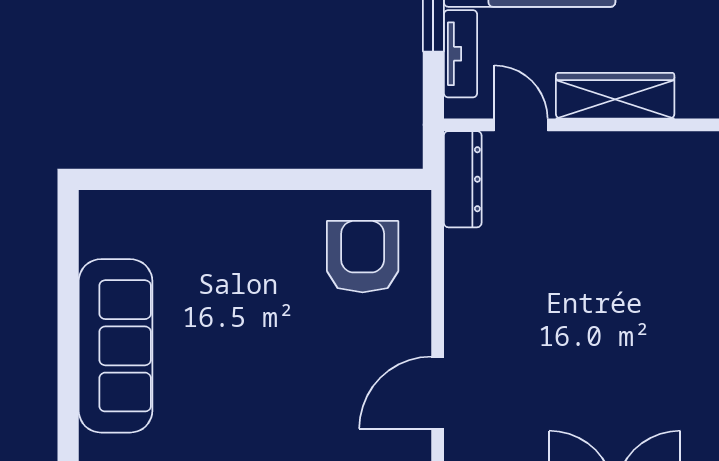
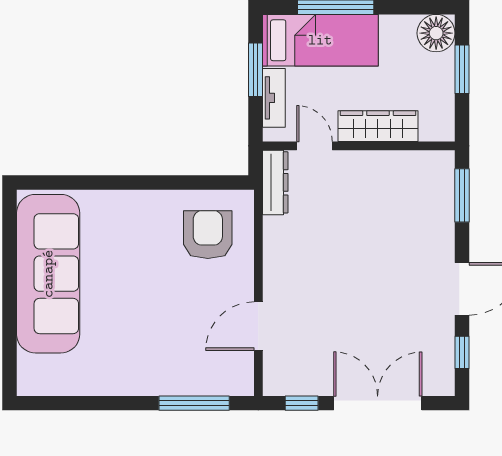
sofa: (116, 346) -> (48, 274), width x1.36, depth x1.27

